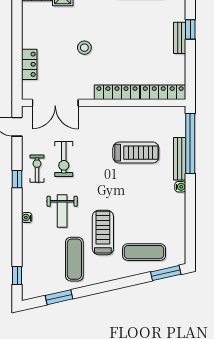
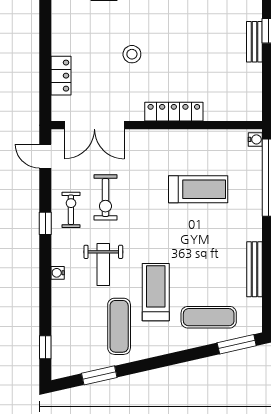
locker: (163, 92) -> (233, 112), removed
bench: (180, 159) -> (255, 269), moved
water cooler: (180, 187) -> (255, 139), moved

